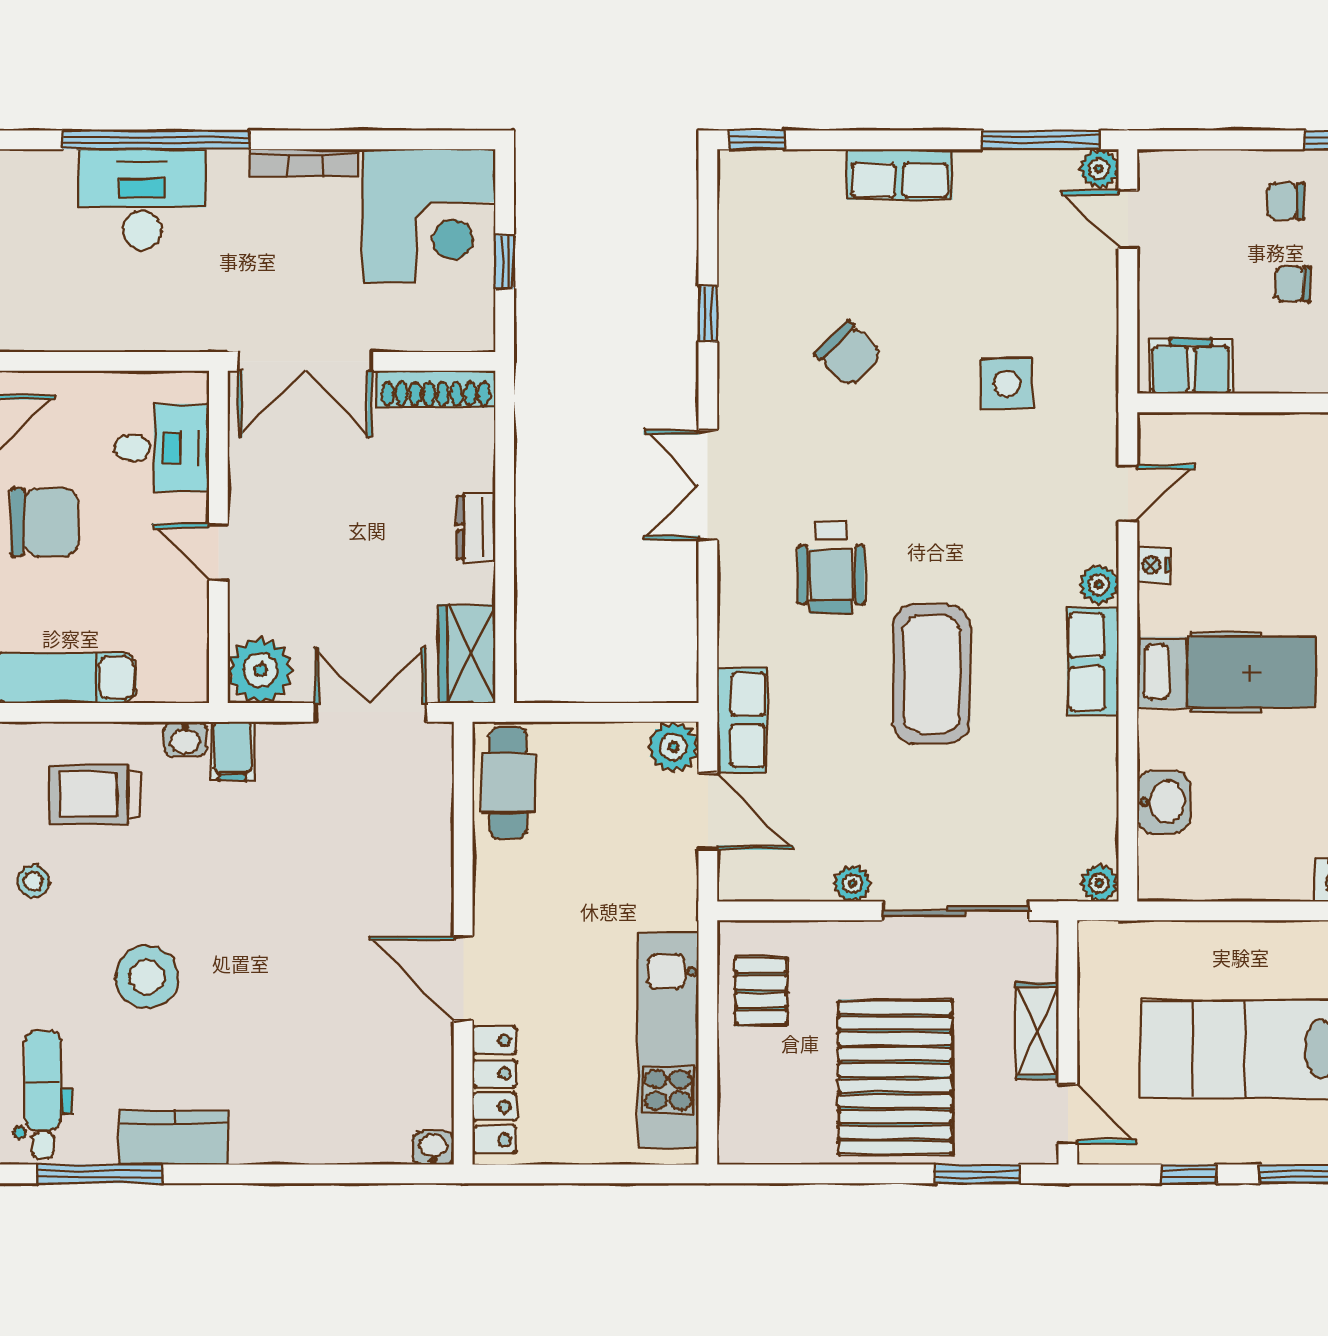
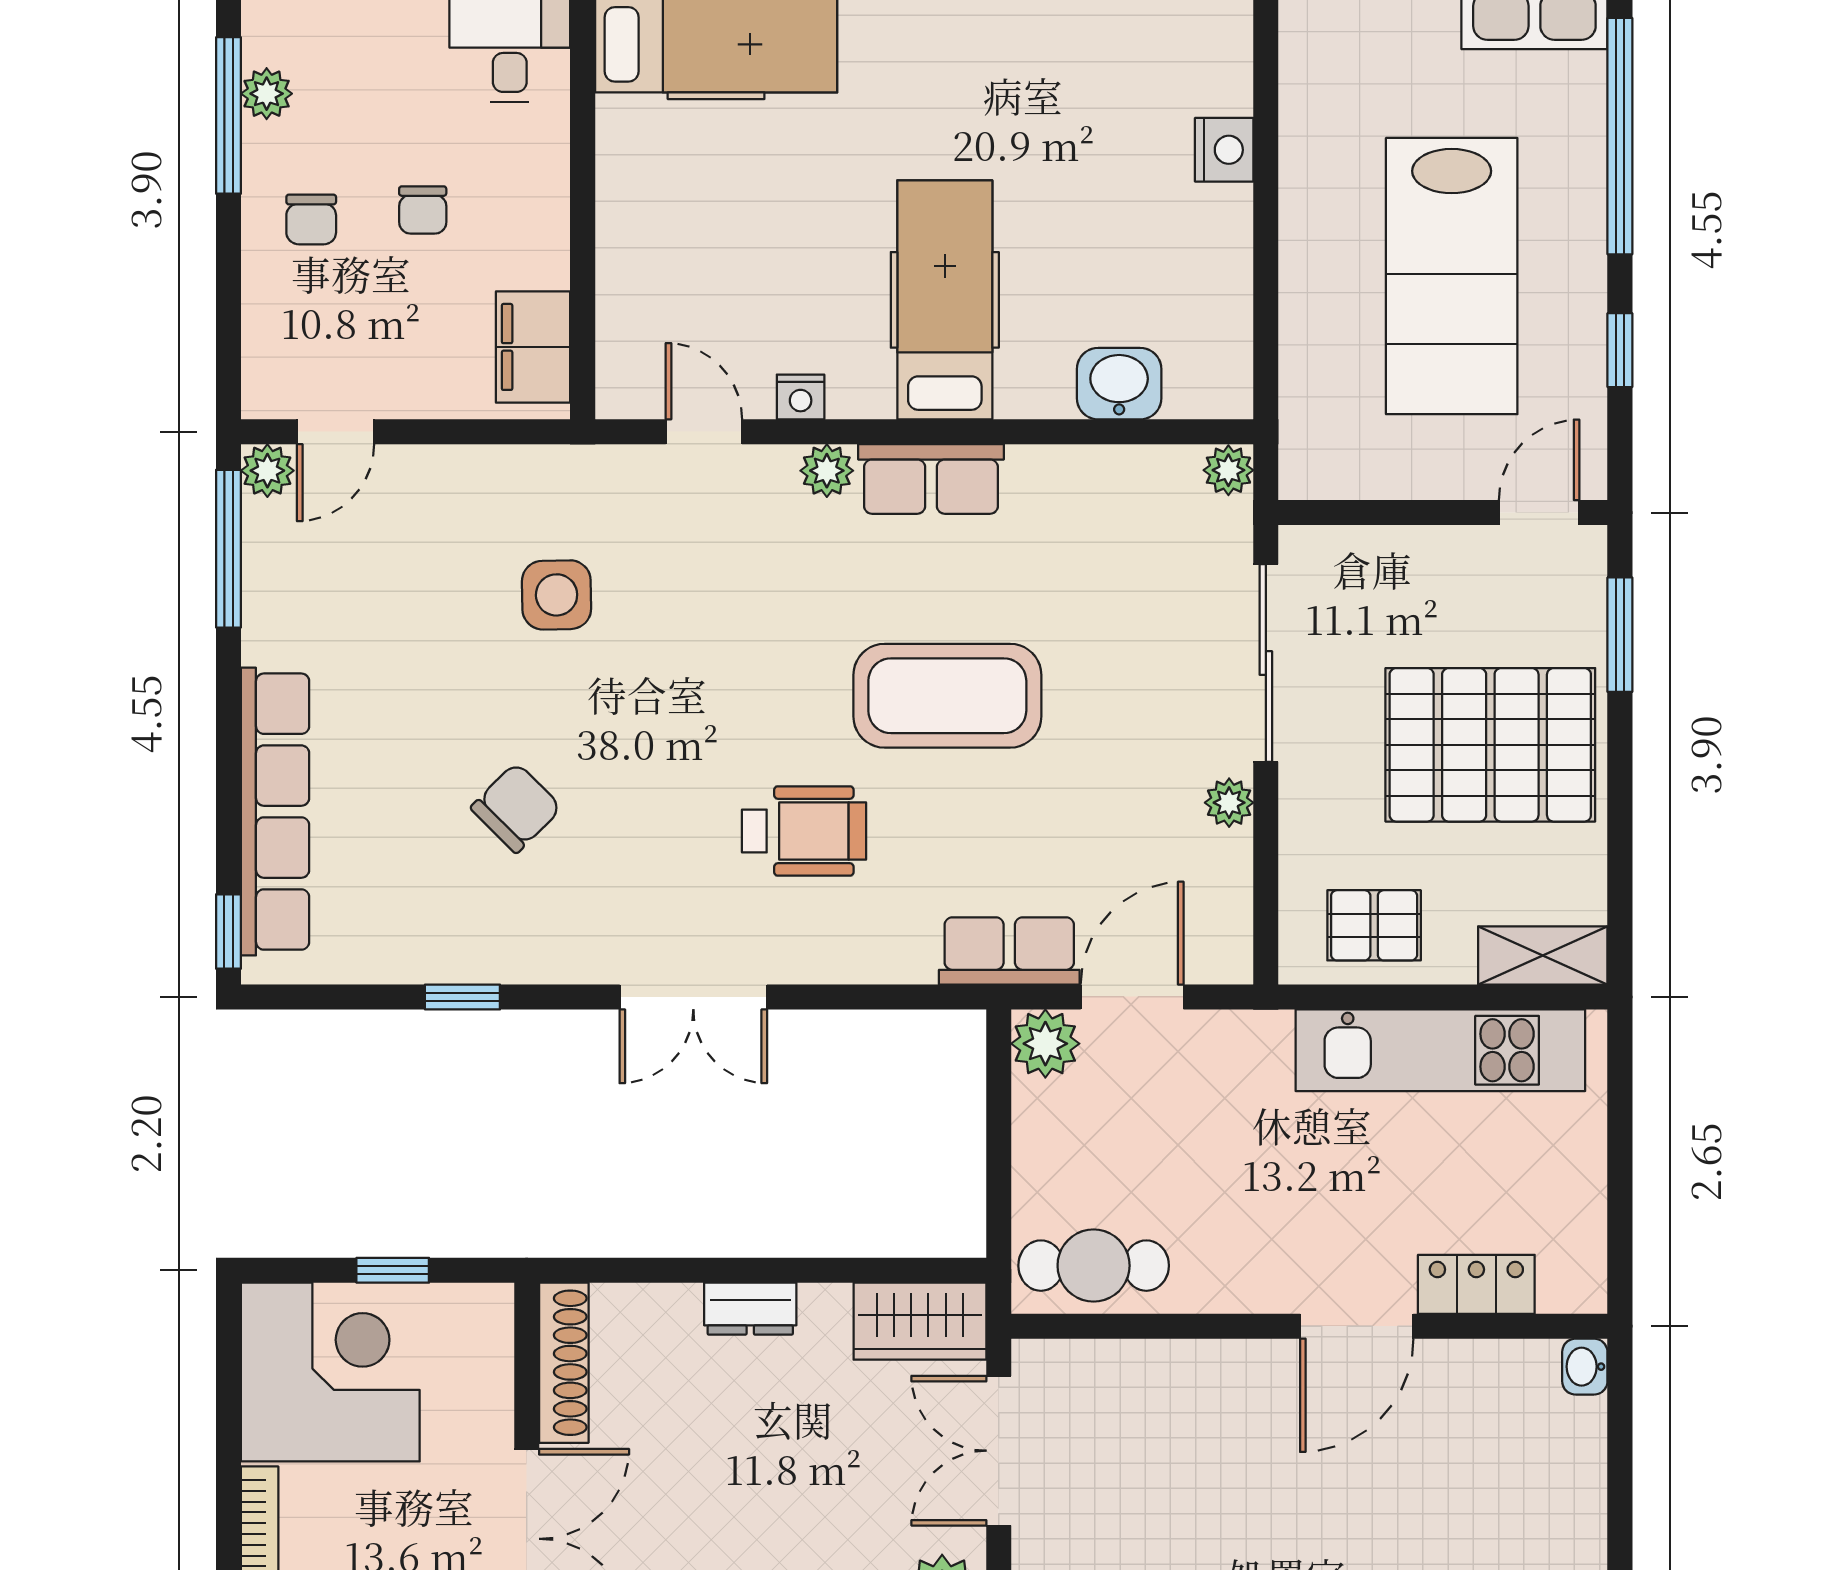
row of seats: (900, 174) -> (275, 812), width x2.02
shelving: (1037, 1031) -> (1543, 955), moved
locker: (494, 1090) -> (1476, 1284), width x0.66

